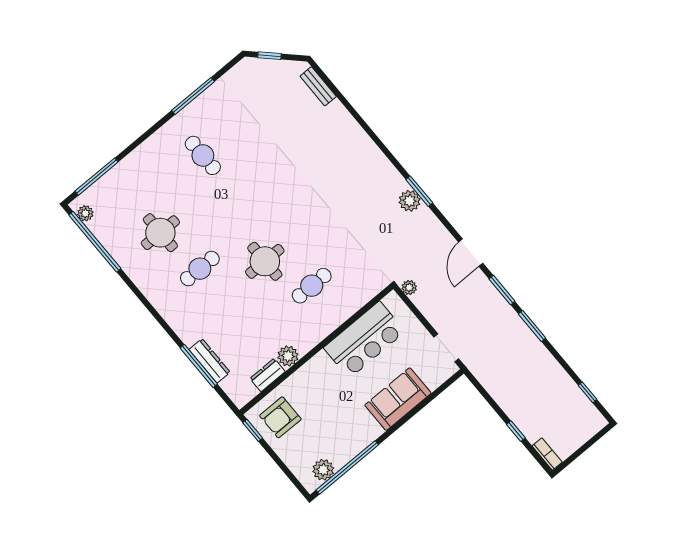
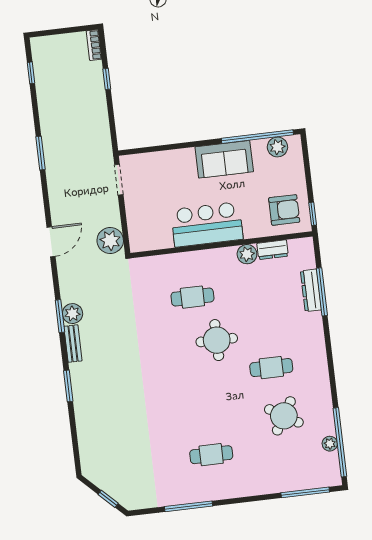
bench: (318, 86) -> (73, 344), moved
cafe table: (203, 155) -> (211, 455), turned 90
plant: (85, 213) -> (330, 444), moved
round table: (160, 233) -> (284, 416), turned 31
plant: (409, 287) -> (110, 241), width x1.87, depth x1.87
window: (502, 290) -> (68, 386), moved
bar counter: (364, 340) -> (207, 224), moved
sofa: (398, 399) -> (224, 159), moved

